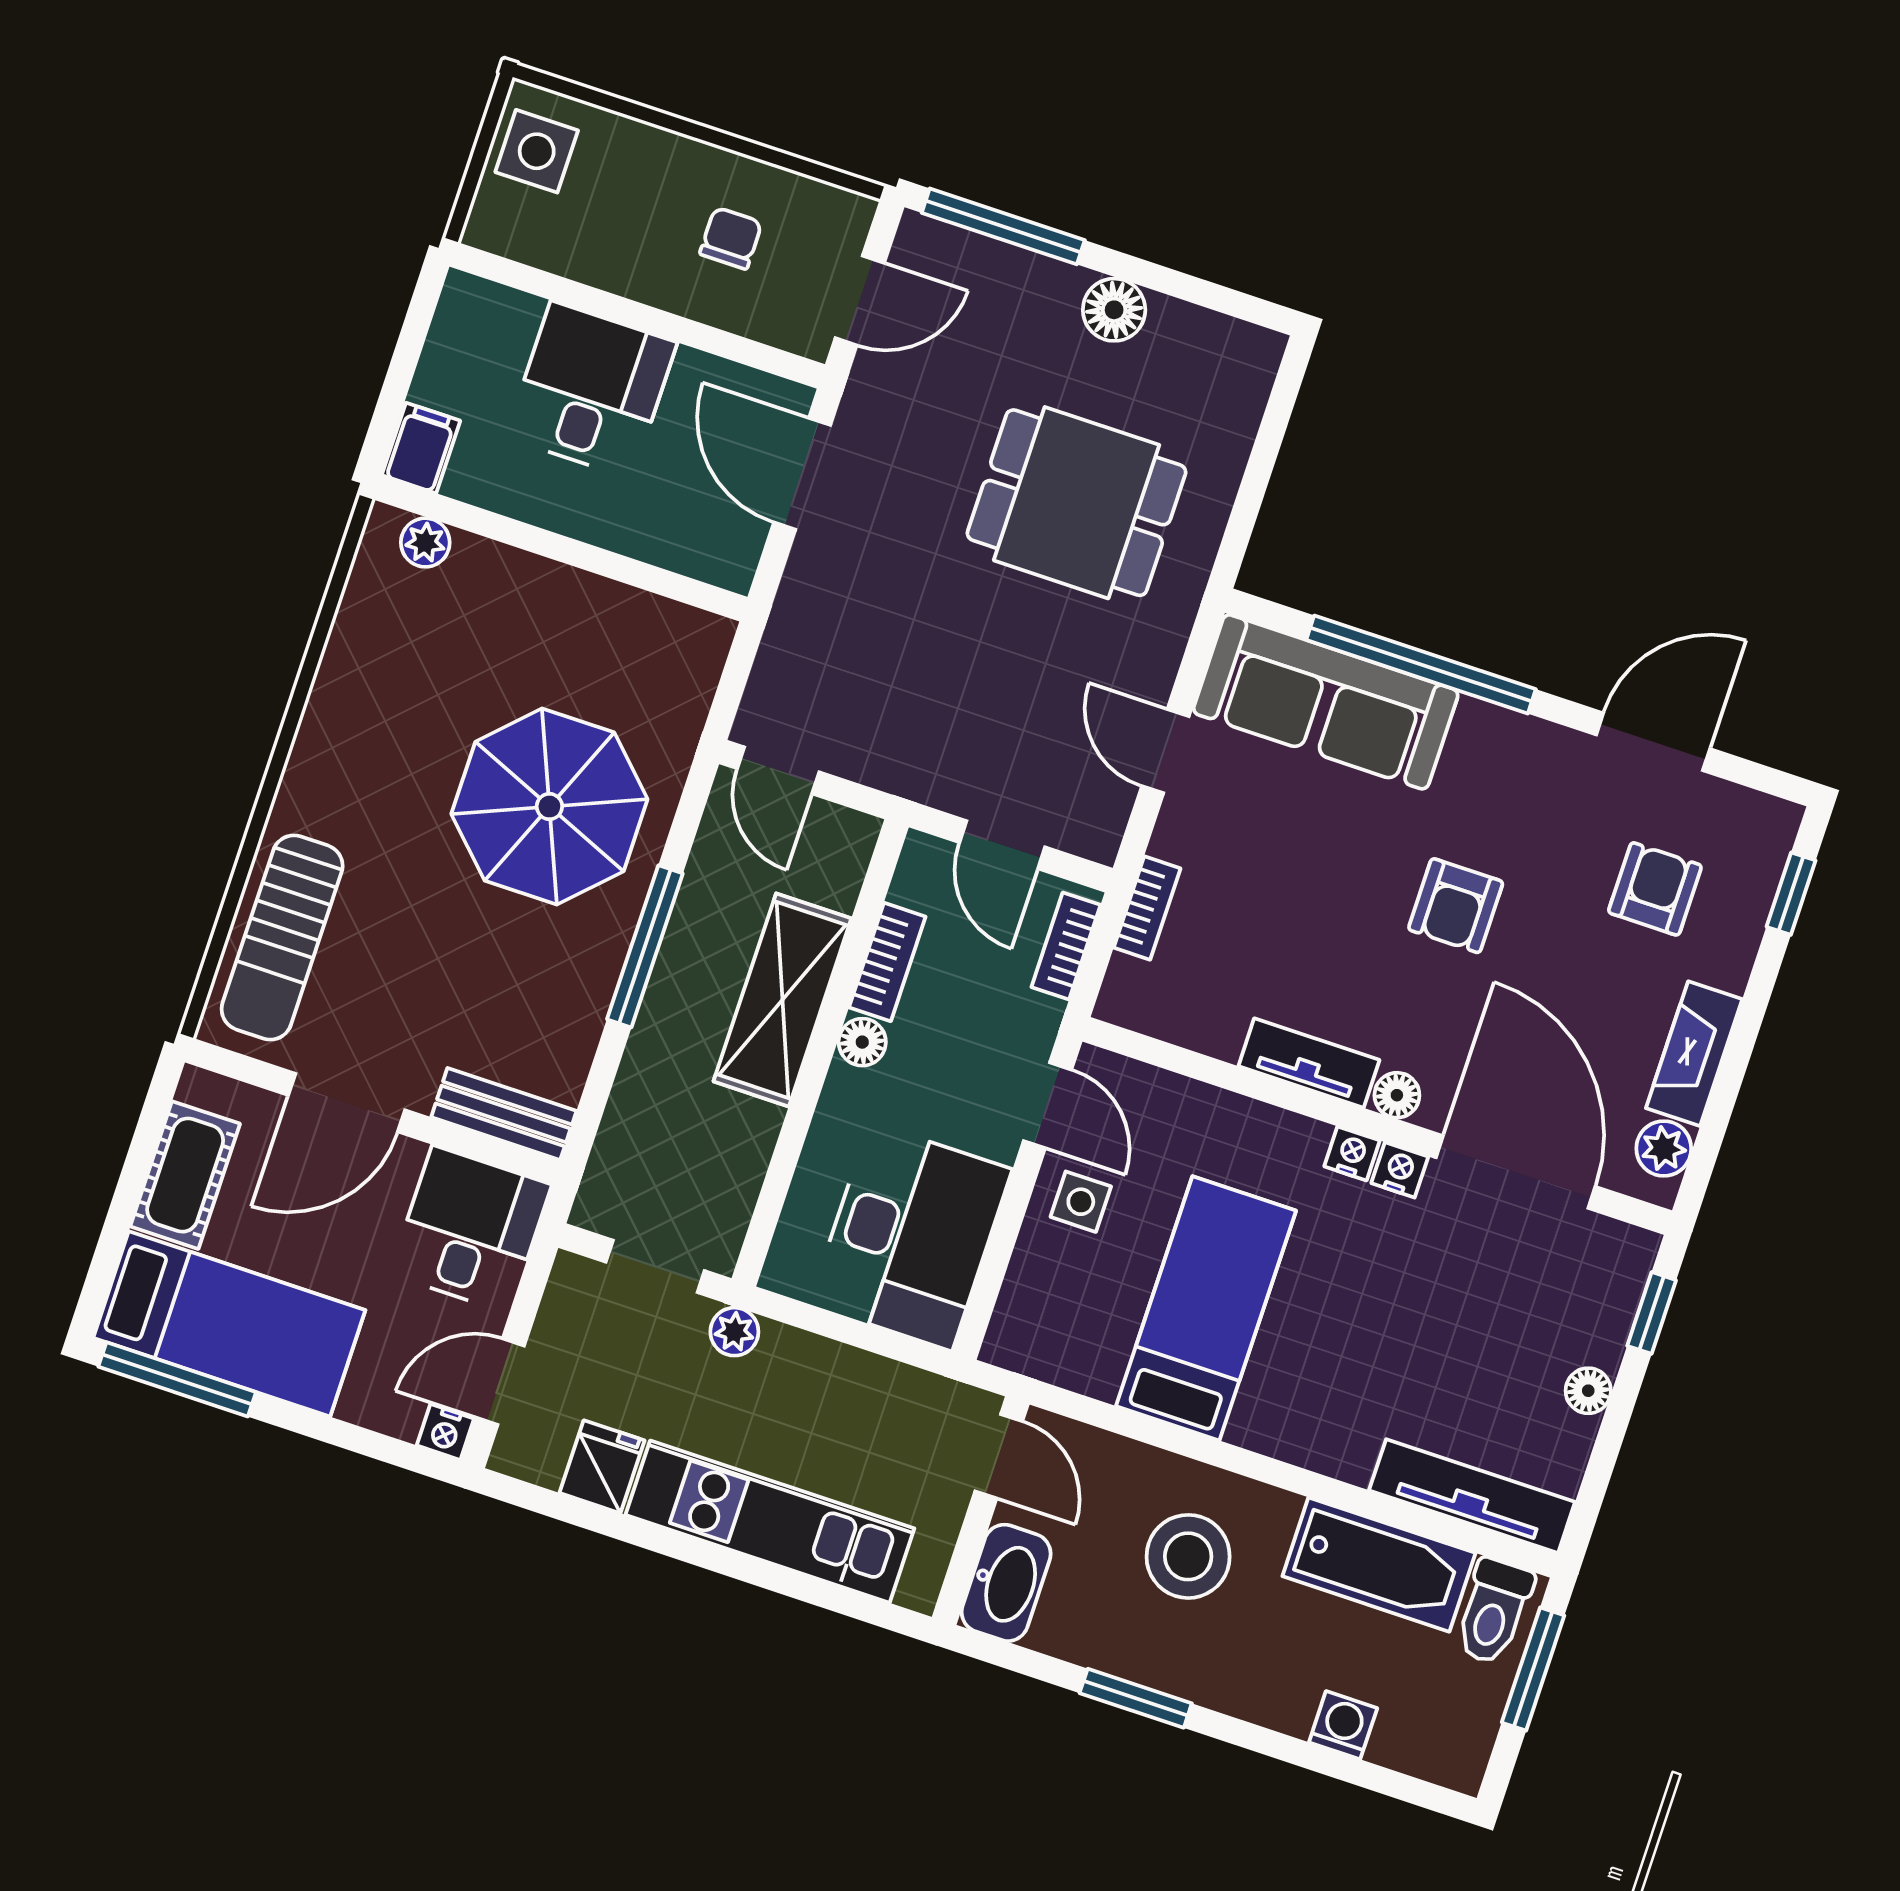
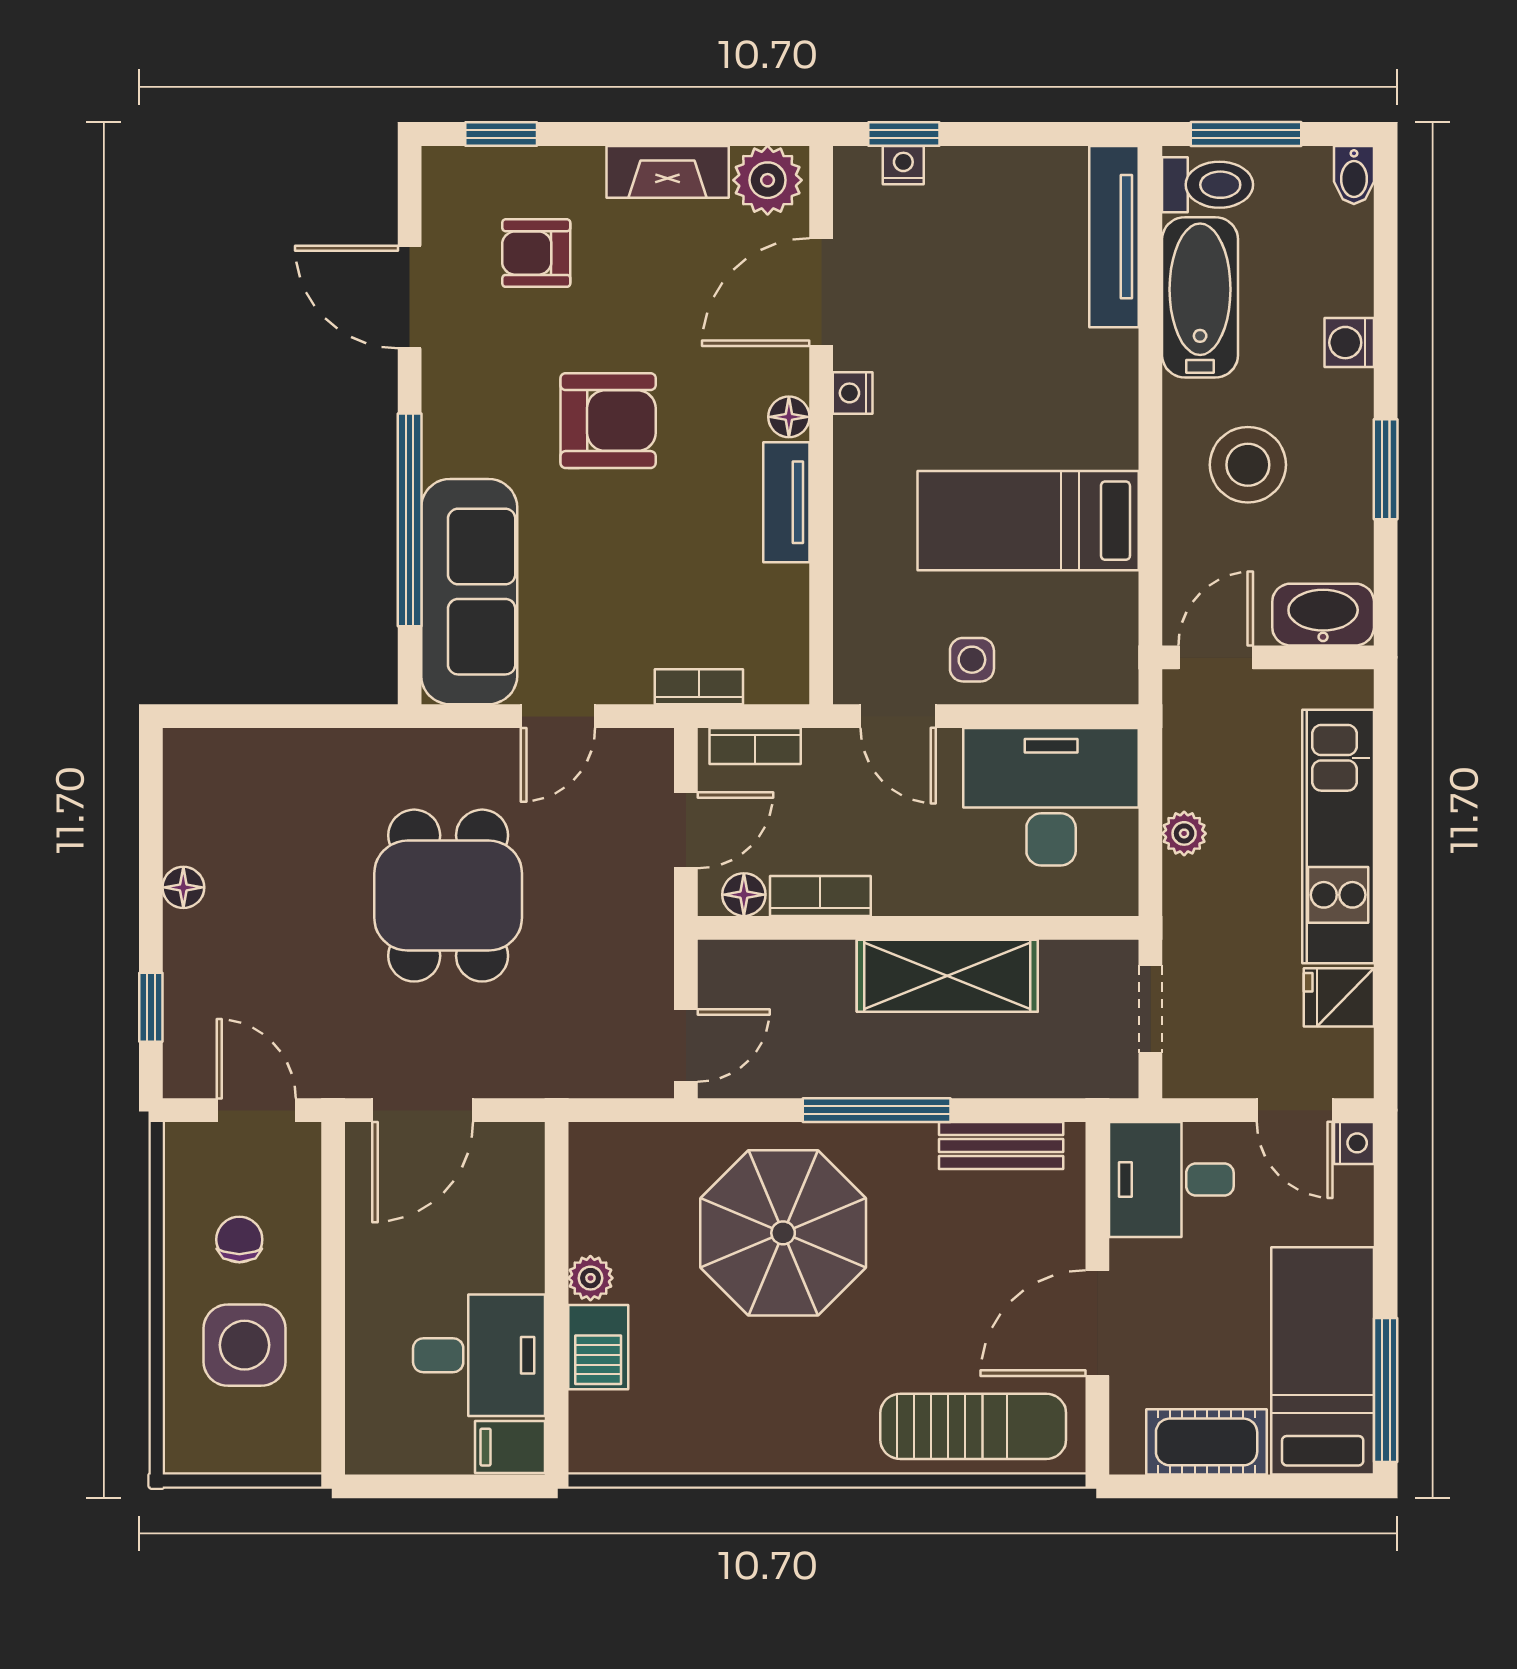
side table: (537, 151) -> (245, 1345), moved, width x1.37, depth x1.37
window: (1003, 226) -> (151, 1007), width x0.46
chair: (731, 238) -> (239, 1240), turned 90
floor lamp: (1114, 310) -> (183, 887), width x0.73, depth x0.73
desk: (591, 390) -> (479, 1355), moved, turned 180
dining table: (1077, 503) -> (448, 896), moved
plant: (425, 543) -> (590, 1278), moved
barbecue: (494, 575) -> (598, 1347), added
armchair: (1456, 906) -> (608, 421), width x1.38, depth x1.38
shelving: (782, 1000) -> (947, 976), moved
floor lamp: (862, 1042) -> (744, 895), moved
door: (347, 1103) -> (1097, 1323), swing flipped
door: (1048, 1105) -> (898, 716), swing flipped
bench: (504, 1114) -> (1001, 1146), moved, turned 90
plant: (1664, 1148) -> (768, 180), width x1.38, depth x1.38
nightstand: (1352, 1153) -> (903, 165), moved, turned 90
door: (1516, 1172) -> (821, 292), width x0.73
plant: (734, 1332) -> (1184, 833), moved
floor lamp: (1588, 1391) -> (989, 166), removed
washing machine: (1343, 1725) -> (1349, 343), moved
bidet: (1453, 1767) -> (1354, 175), added

